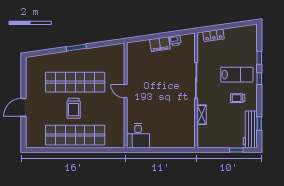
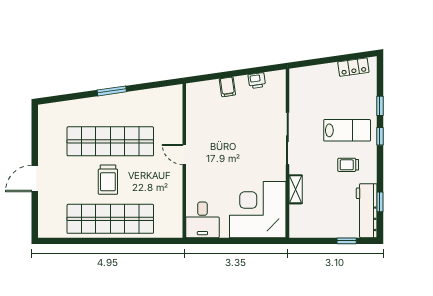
locker: (214, 35) -> (353, 67), moved
filing cabinet: (160, 44) -> (227, 87), width x0.50
corner desk: (176, 129) -> (258, 210), added

